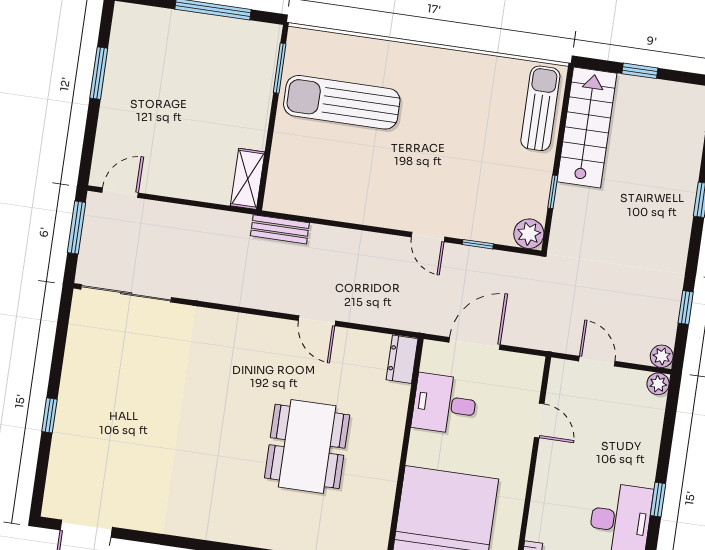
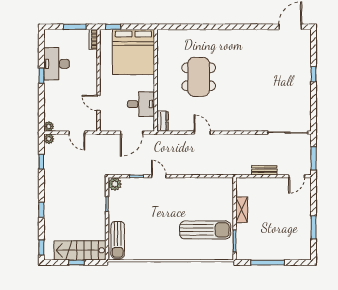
stairs: (587, 127) -> (80, 250), moved, turned 90
shelving: (248, 179) -> (242, 210), moved
bench: (280, 229) -> (264, 170), moved

